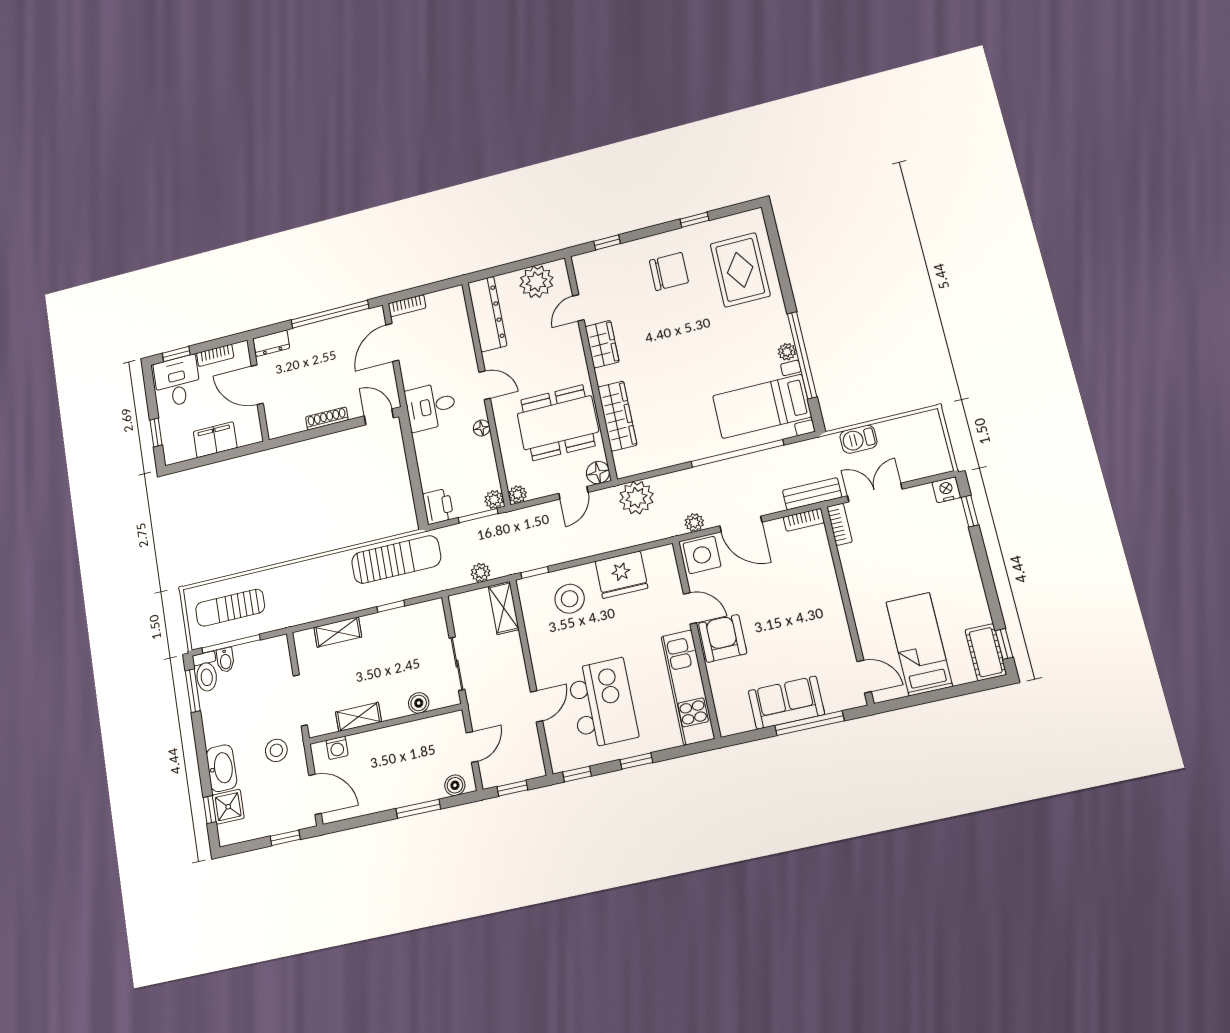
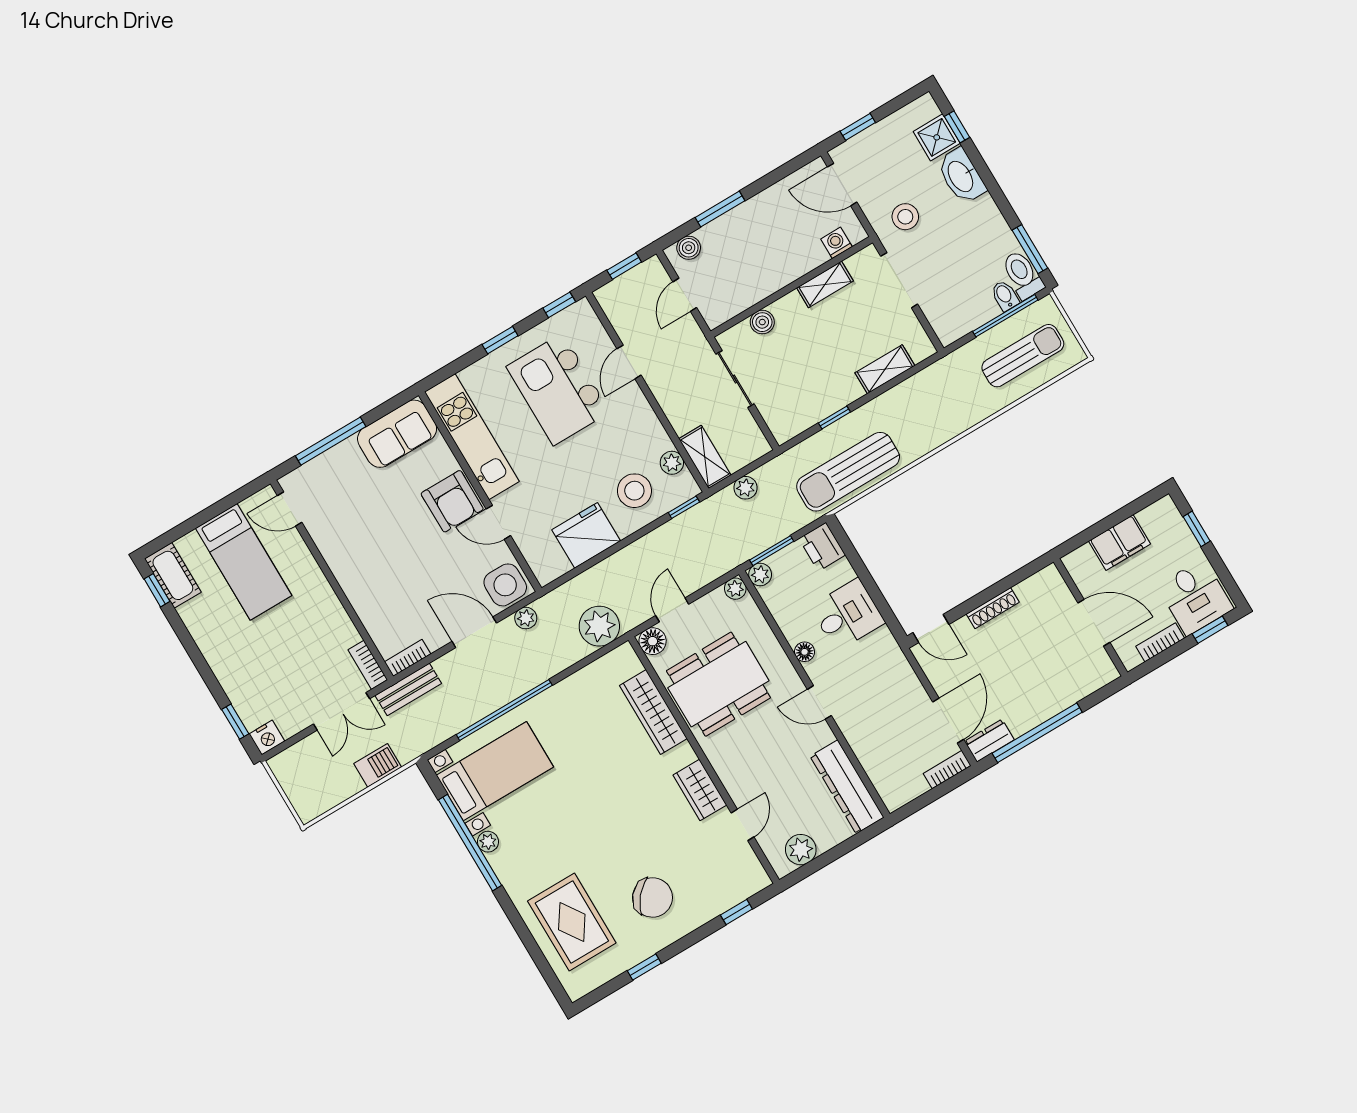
chair: (669, 271) -> (653, 897), turned -140
plant: (537, 282) -> (801, 850), width x0.73, depth x0.73
dresser: (271, 343) -> (989, 741), moved
desk: (431, 406) -> (847, 615), moved
plant: (532, 612) -> (672, 463), added
sofa: (786, 703) -> (397, 434), moved

